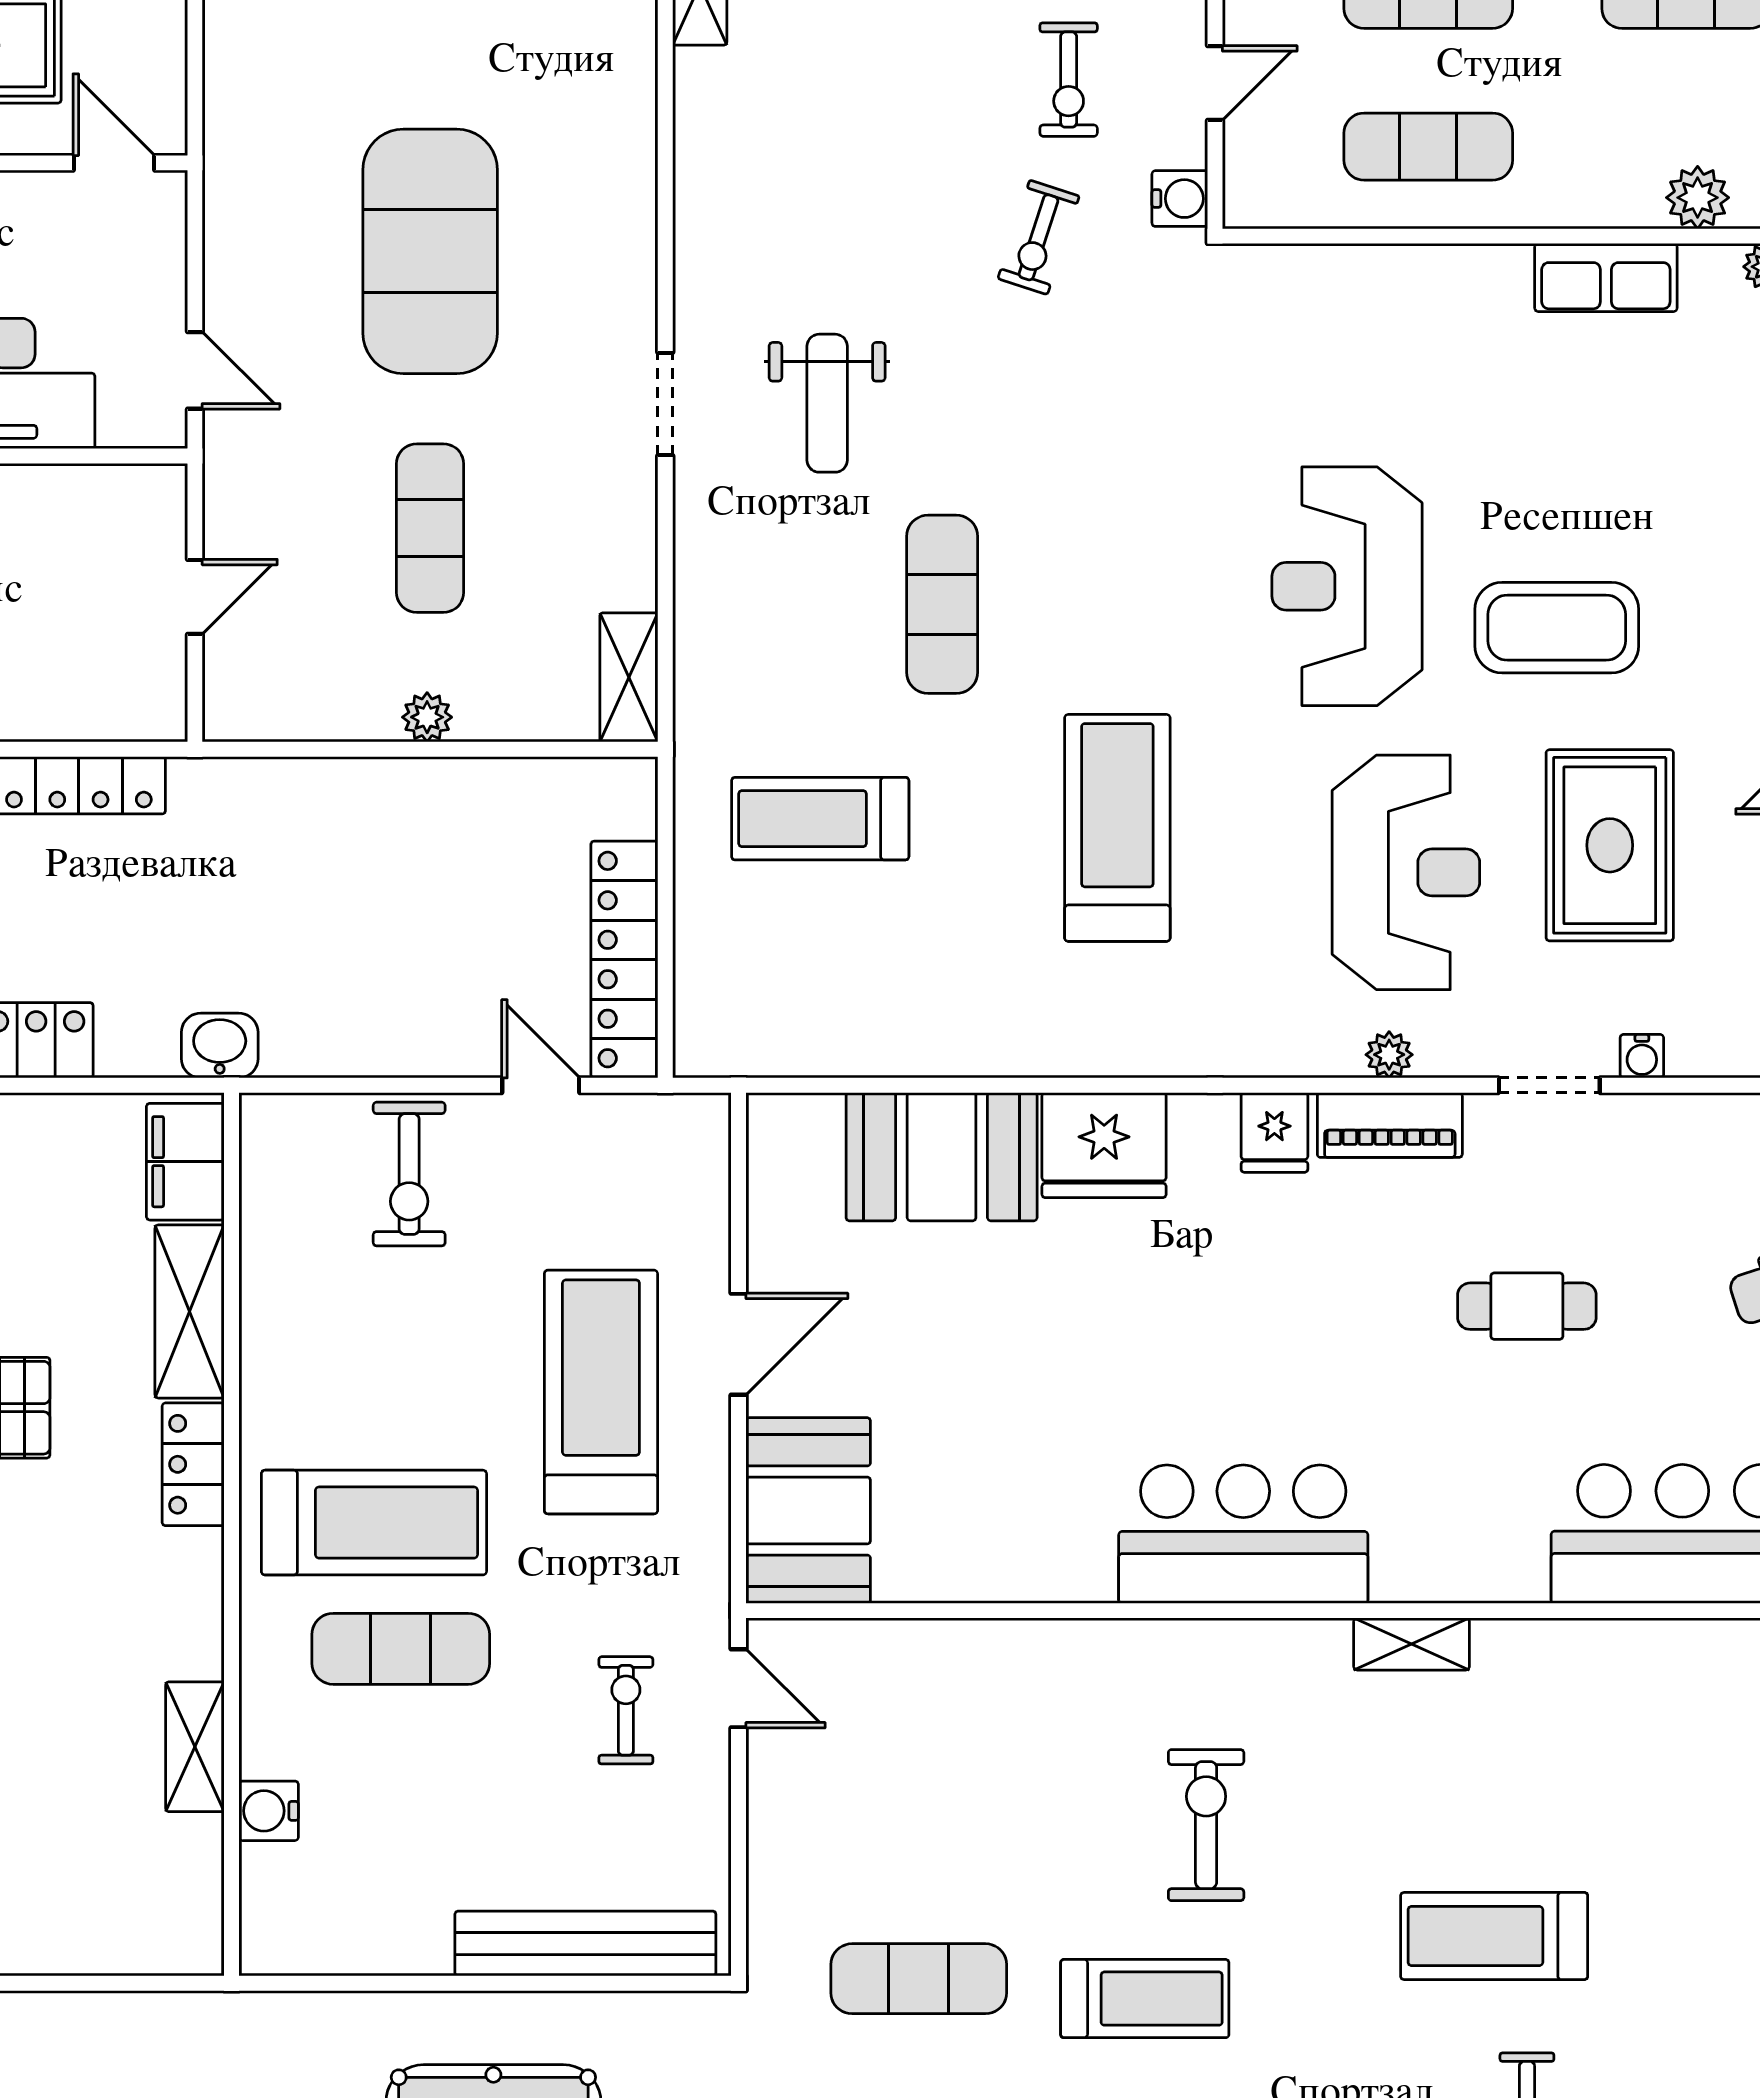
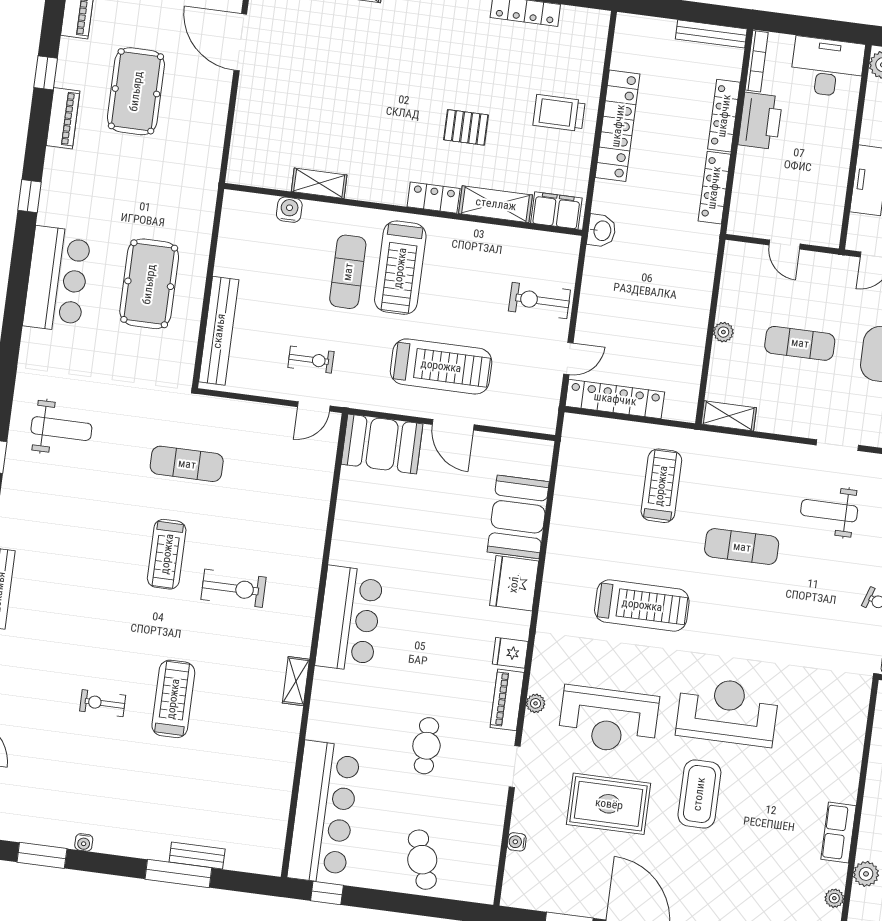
water cooler: (1642, 1056) -> (517, 842), moved
exercise mat: (919, 1979) -> (187, 464), turned 90

